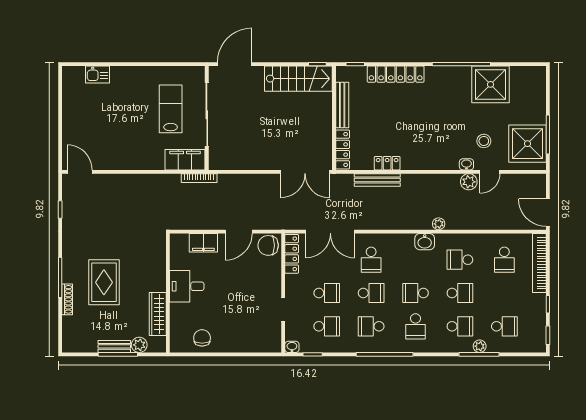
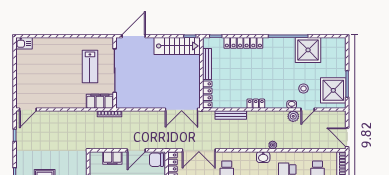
kitchen sink: (97, 74) -> (24, 43), moved
lab bench: (171, 109) -> (90, 67), turned 180
locker: (387, 163) -> (256, 104), moved
door: (80, 172) -> (28, 110), swing flipped

